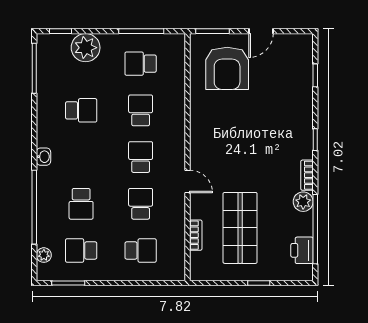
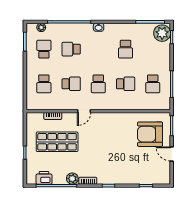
plant: (86, 48) -> (162, 33), moved
school desk: (141, 64) -> (153, 84), turned 180
school desk: (141, 157) -> (98, 84), turned 90

